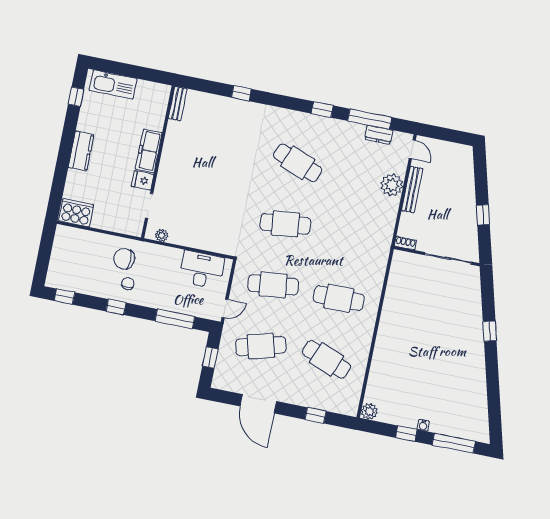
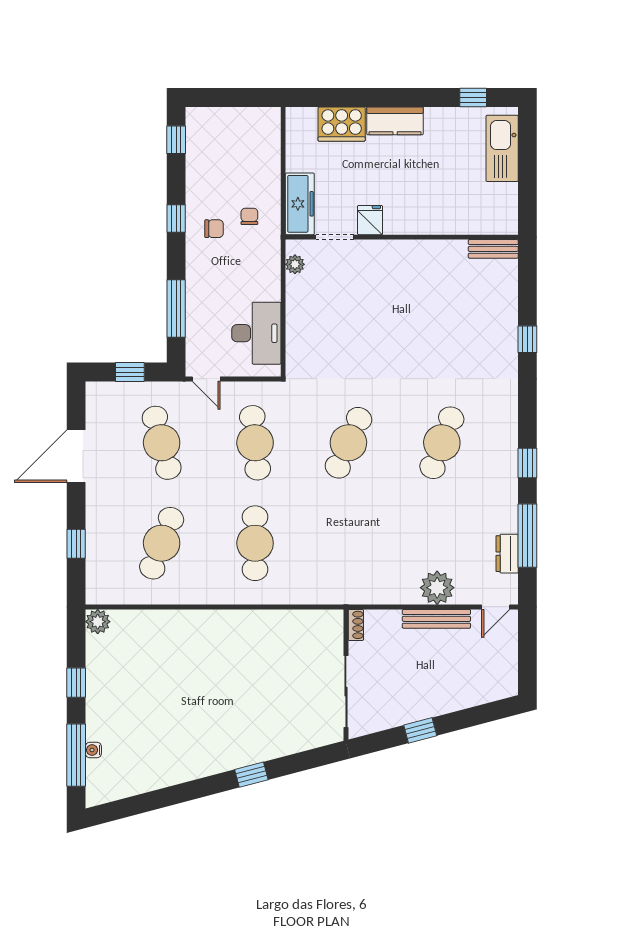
freezer: (149, 151) -> (300, 204), moved, turned 90
cooker: (76, 213) -> (342, 124), moved, turned 90
cafe table: (285, 224) -> (348, 443), turned 30
chair: (124, 259) -> (249, 216), width x0.54, depth x0.54
water cooler: (423, 425) -> (93, 750), moved

